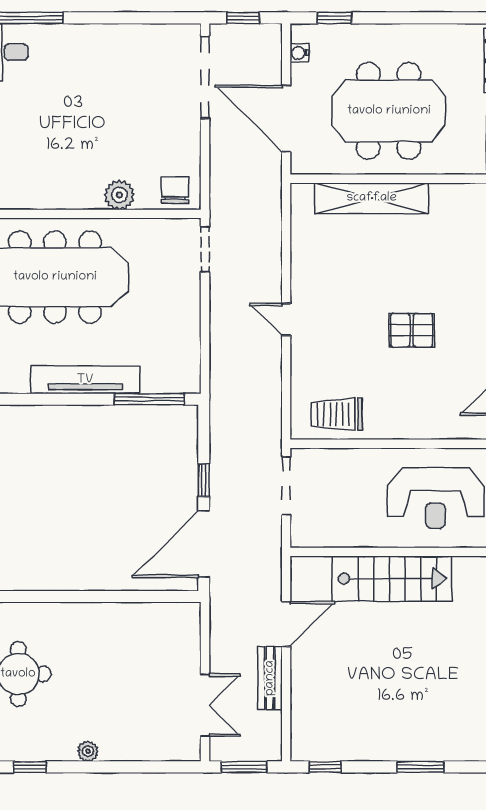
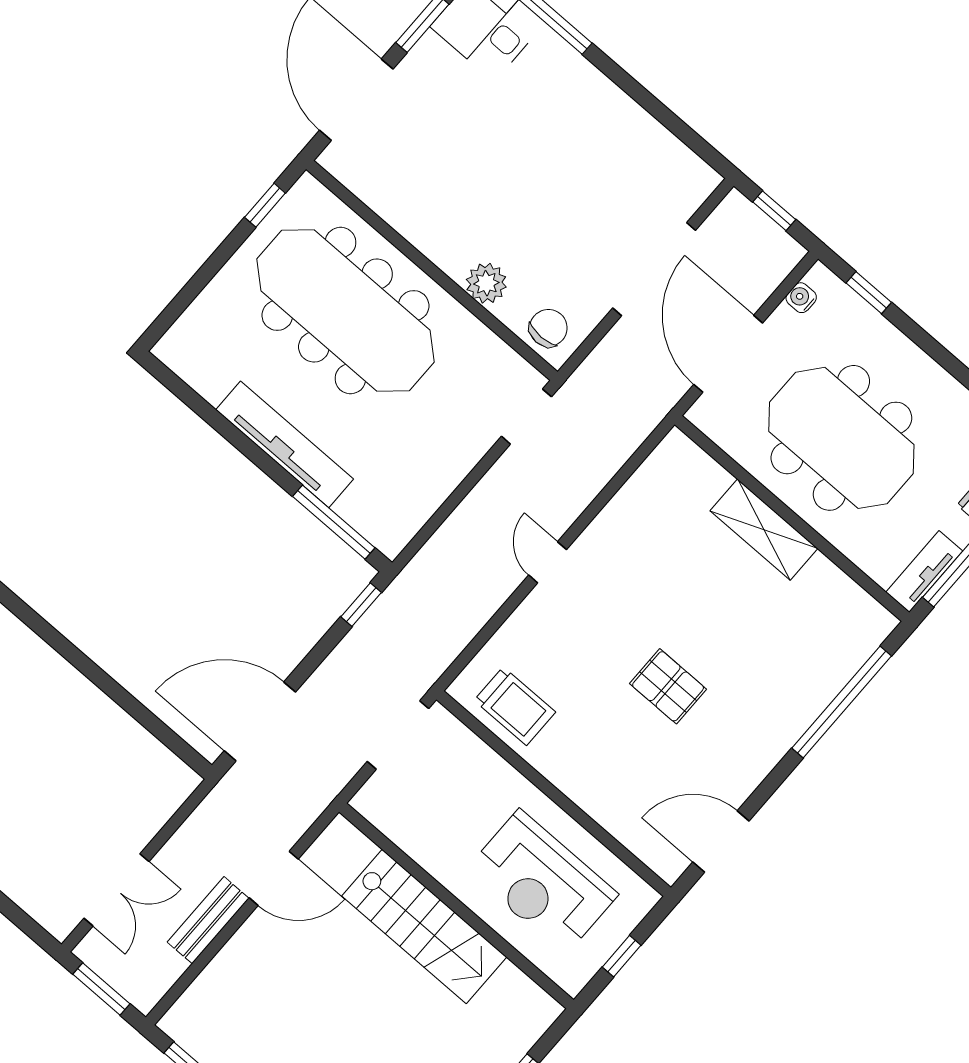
doorway: (205, 77) -> (654, 269), moved
shelving: (372, 198) -> (764, 530), width x0.68
trolley: (337, 414) -> (515, 706), turned 180
window: (204, 480) -> (361, 605), moved

